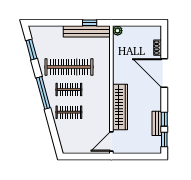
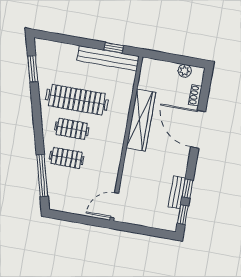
plant: (118, 31) -> (185, 71), moved
window: (43, 93) -> (42, 176), moved
wardrobe: (120, 107) -> (141, 120), moved

